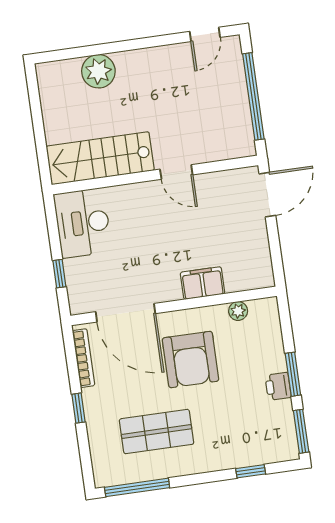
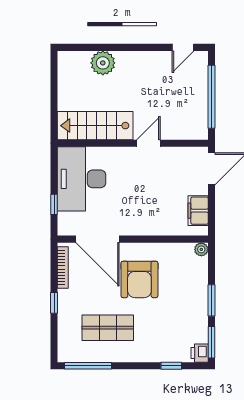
door: (176, 172) -> (148, 143), swing flipped
desk: (83, 223) -> (82, 179), width x1.36, depth x1.30
filing cabinet: (202, 283) -> (198, 211), moved, turned -90
plant: (238, 311) -> (201, 249), moved
printer: (278, 386) -> (200, 353), moved

